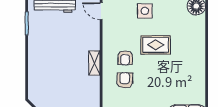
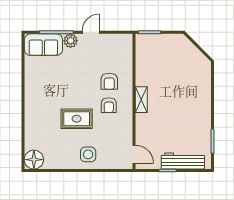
armchair: (125, 58) -> (109, 105), turned 180

